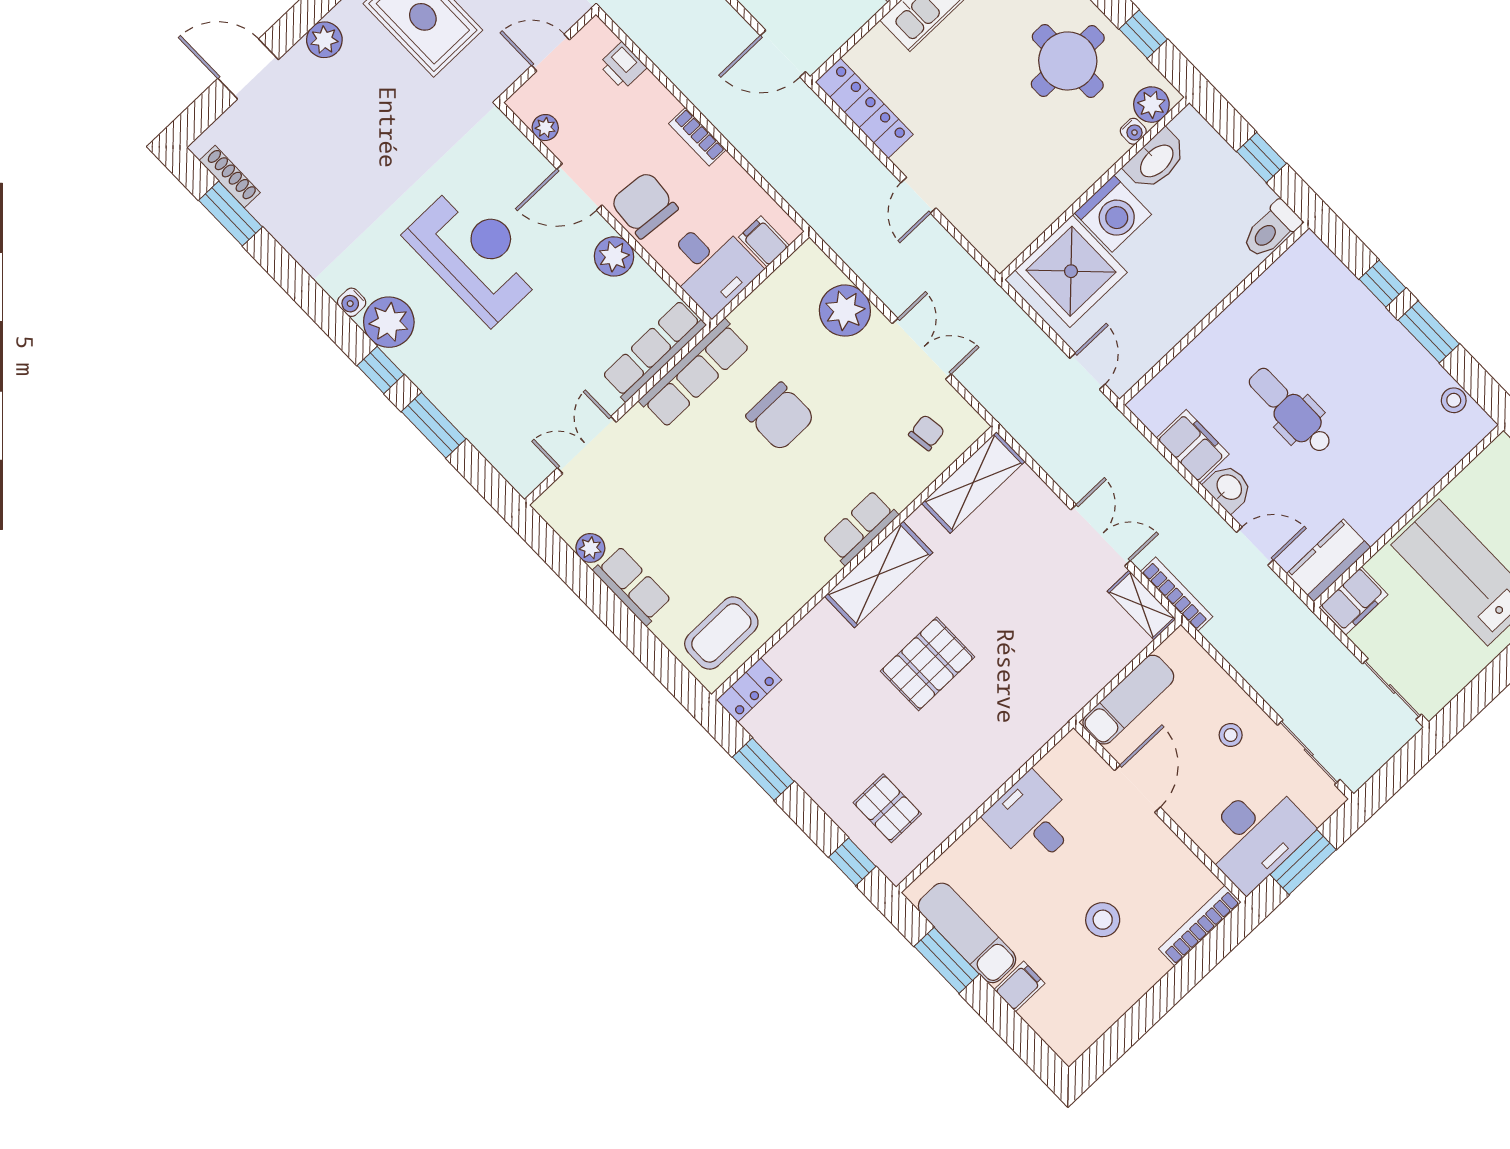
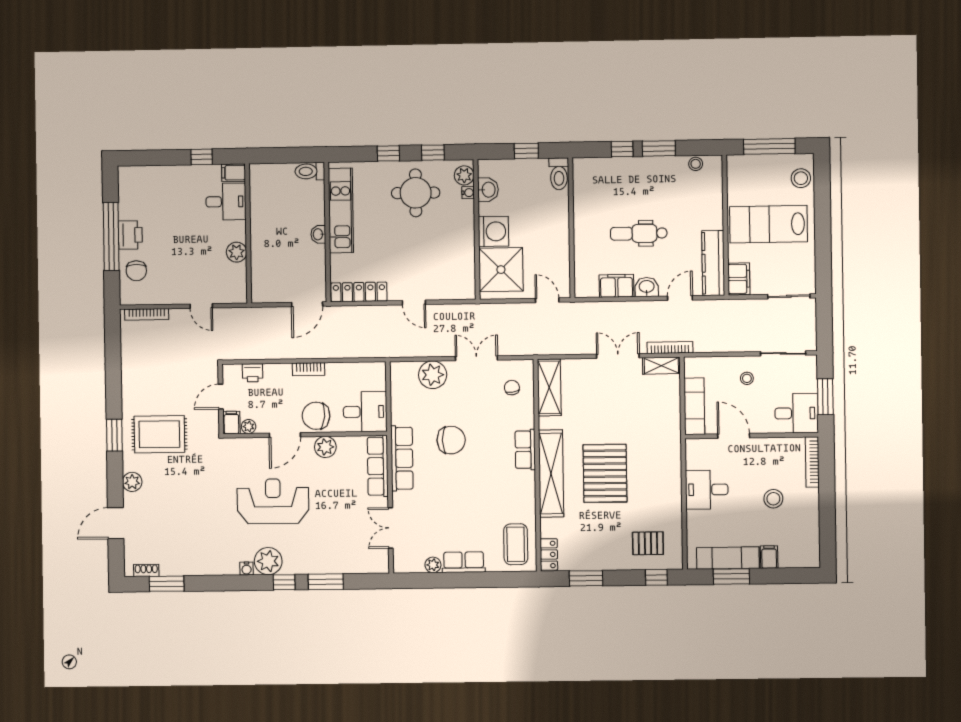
washbasin: (1156, 160) -> (488, 190), width x0.72
shoe rack: (230, 177) -> (146, 570), width x0.70
filing cabinet: (764, 241) -> (231, 422), moved, turned 90
kitchen counter: (1329, 561) -> (713, 263), width x1.50
shelving: (879, 575) -> (551, 473), width x1.47
pallet: (928, 664) -> (605, 473), width x1.37, depth x1.41
desk: (1255, 835) -> (796, 413), width x0.73

